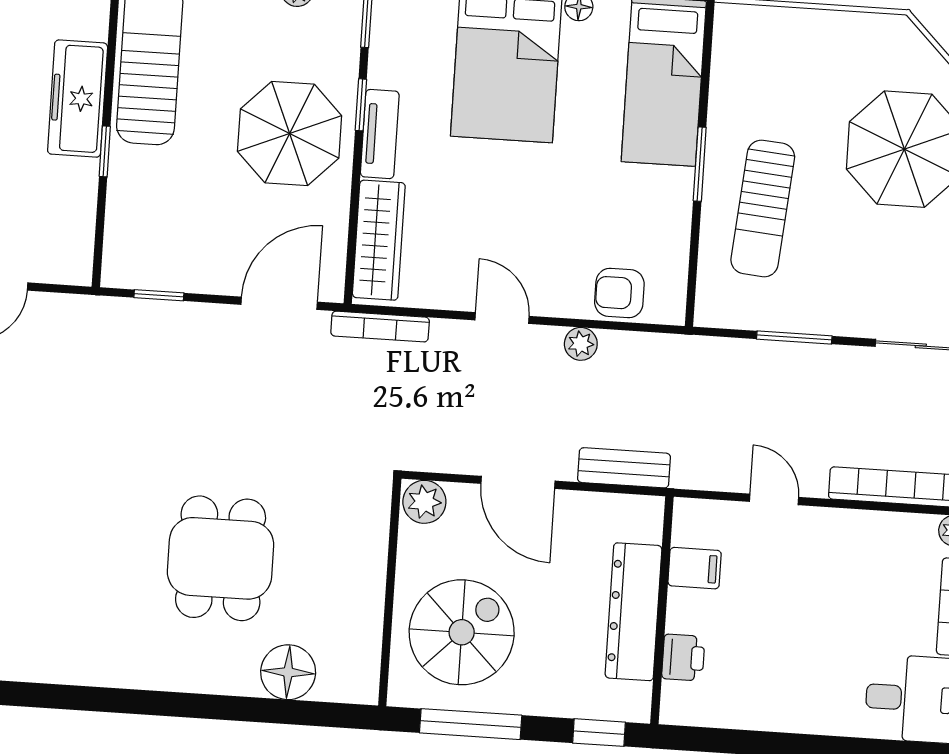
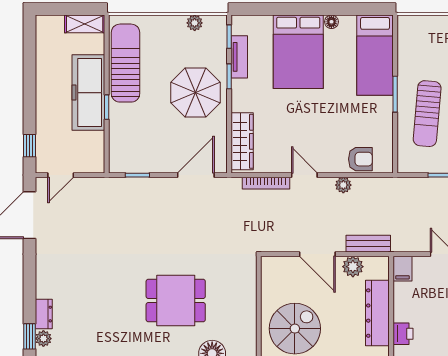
freezer: (78, 99) -> (88, 93), width x1.36, depth x1.26
tv unit: (380, 134) -> (239, 57), moved
armchair: (619, 293) -> (360, 159), turned 180
bookcase: (380, 327) -> (266, 183), moved
plant: (424, 502) -> (353, 267), moved
dining table: (221, 558) -> (176, 300), turned 90
filing cabinet: (695, 568) -> (402, 269), moved, turned 90

